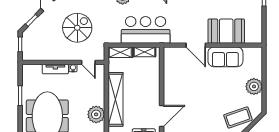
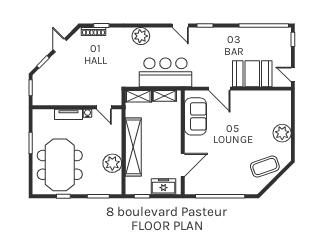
spiral stairs: (77, 28) -> (92, 70), removed
door: (264, 32) -> (293, 75), added
sofa: (225, 57) -> (195, 116), moved, turned -90

